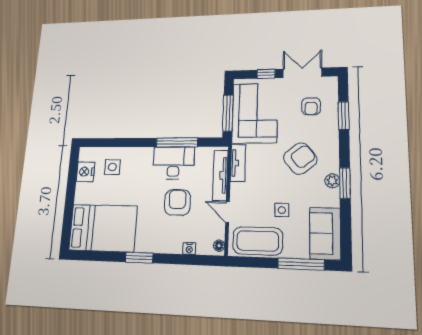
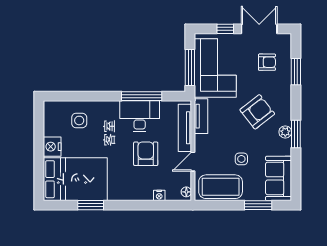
armchair: (311, 106) -> (267, 62), turned -90
nightstand: (85, 172) -> (52, 147), moved
door: (228, 212) -> (193, 162), hinge flipped
window: (139, 258) -> (91, 205), moved
window: (301, 264) -> (258, 205), width x0.69

